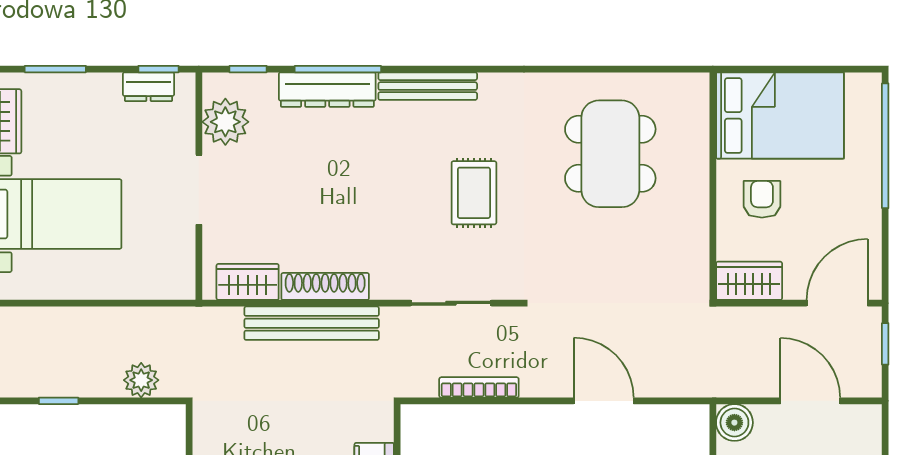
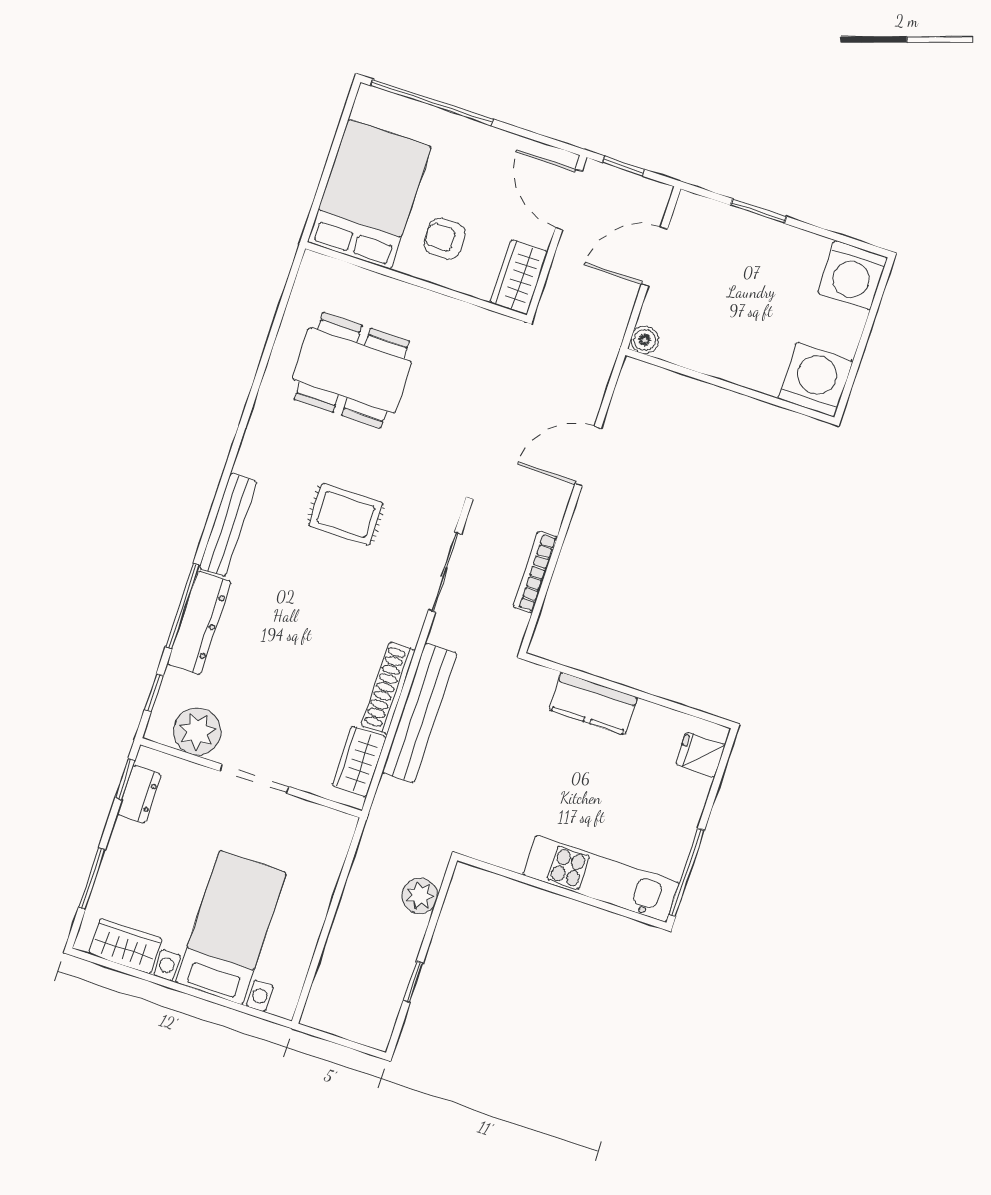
boiler: (734, 423) -> (645, 340), width x0.73, depth x0.73

